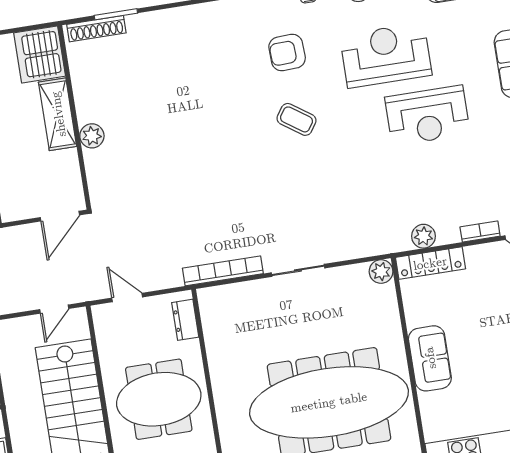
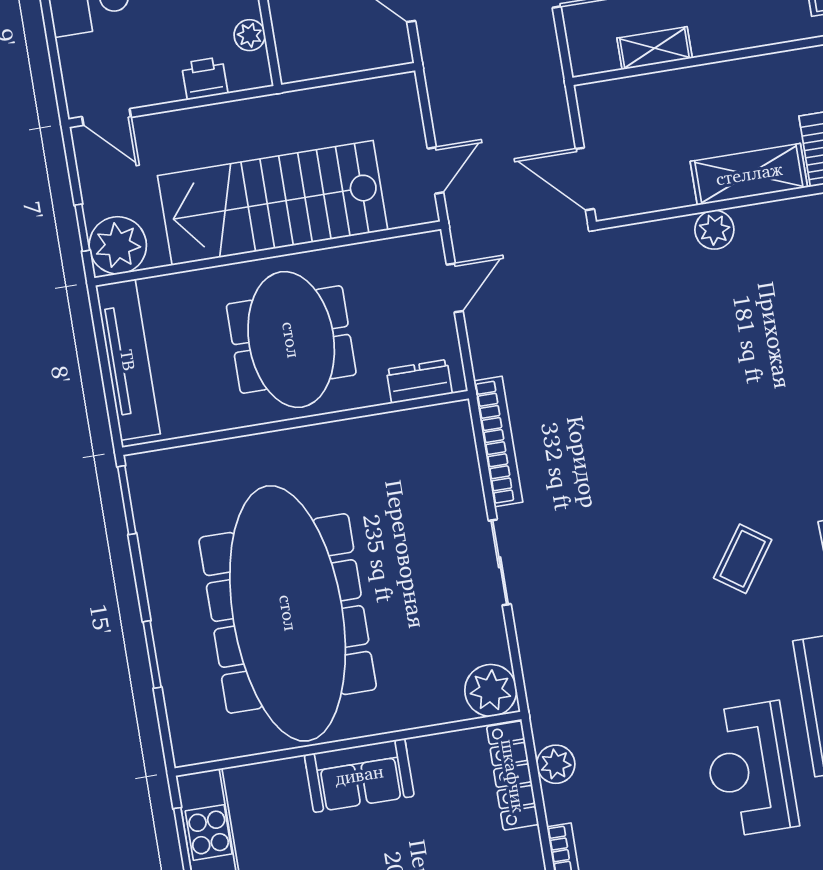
plant: (381, 272) -> (491, 690), width x1.36, depth x1.36
door: (54, 309) -> (436, 171), swing flipped

